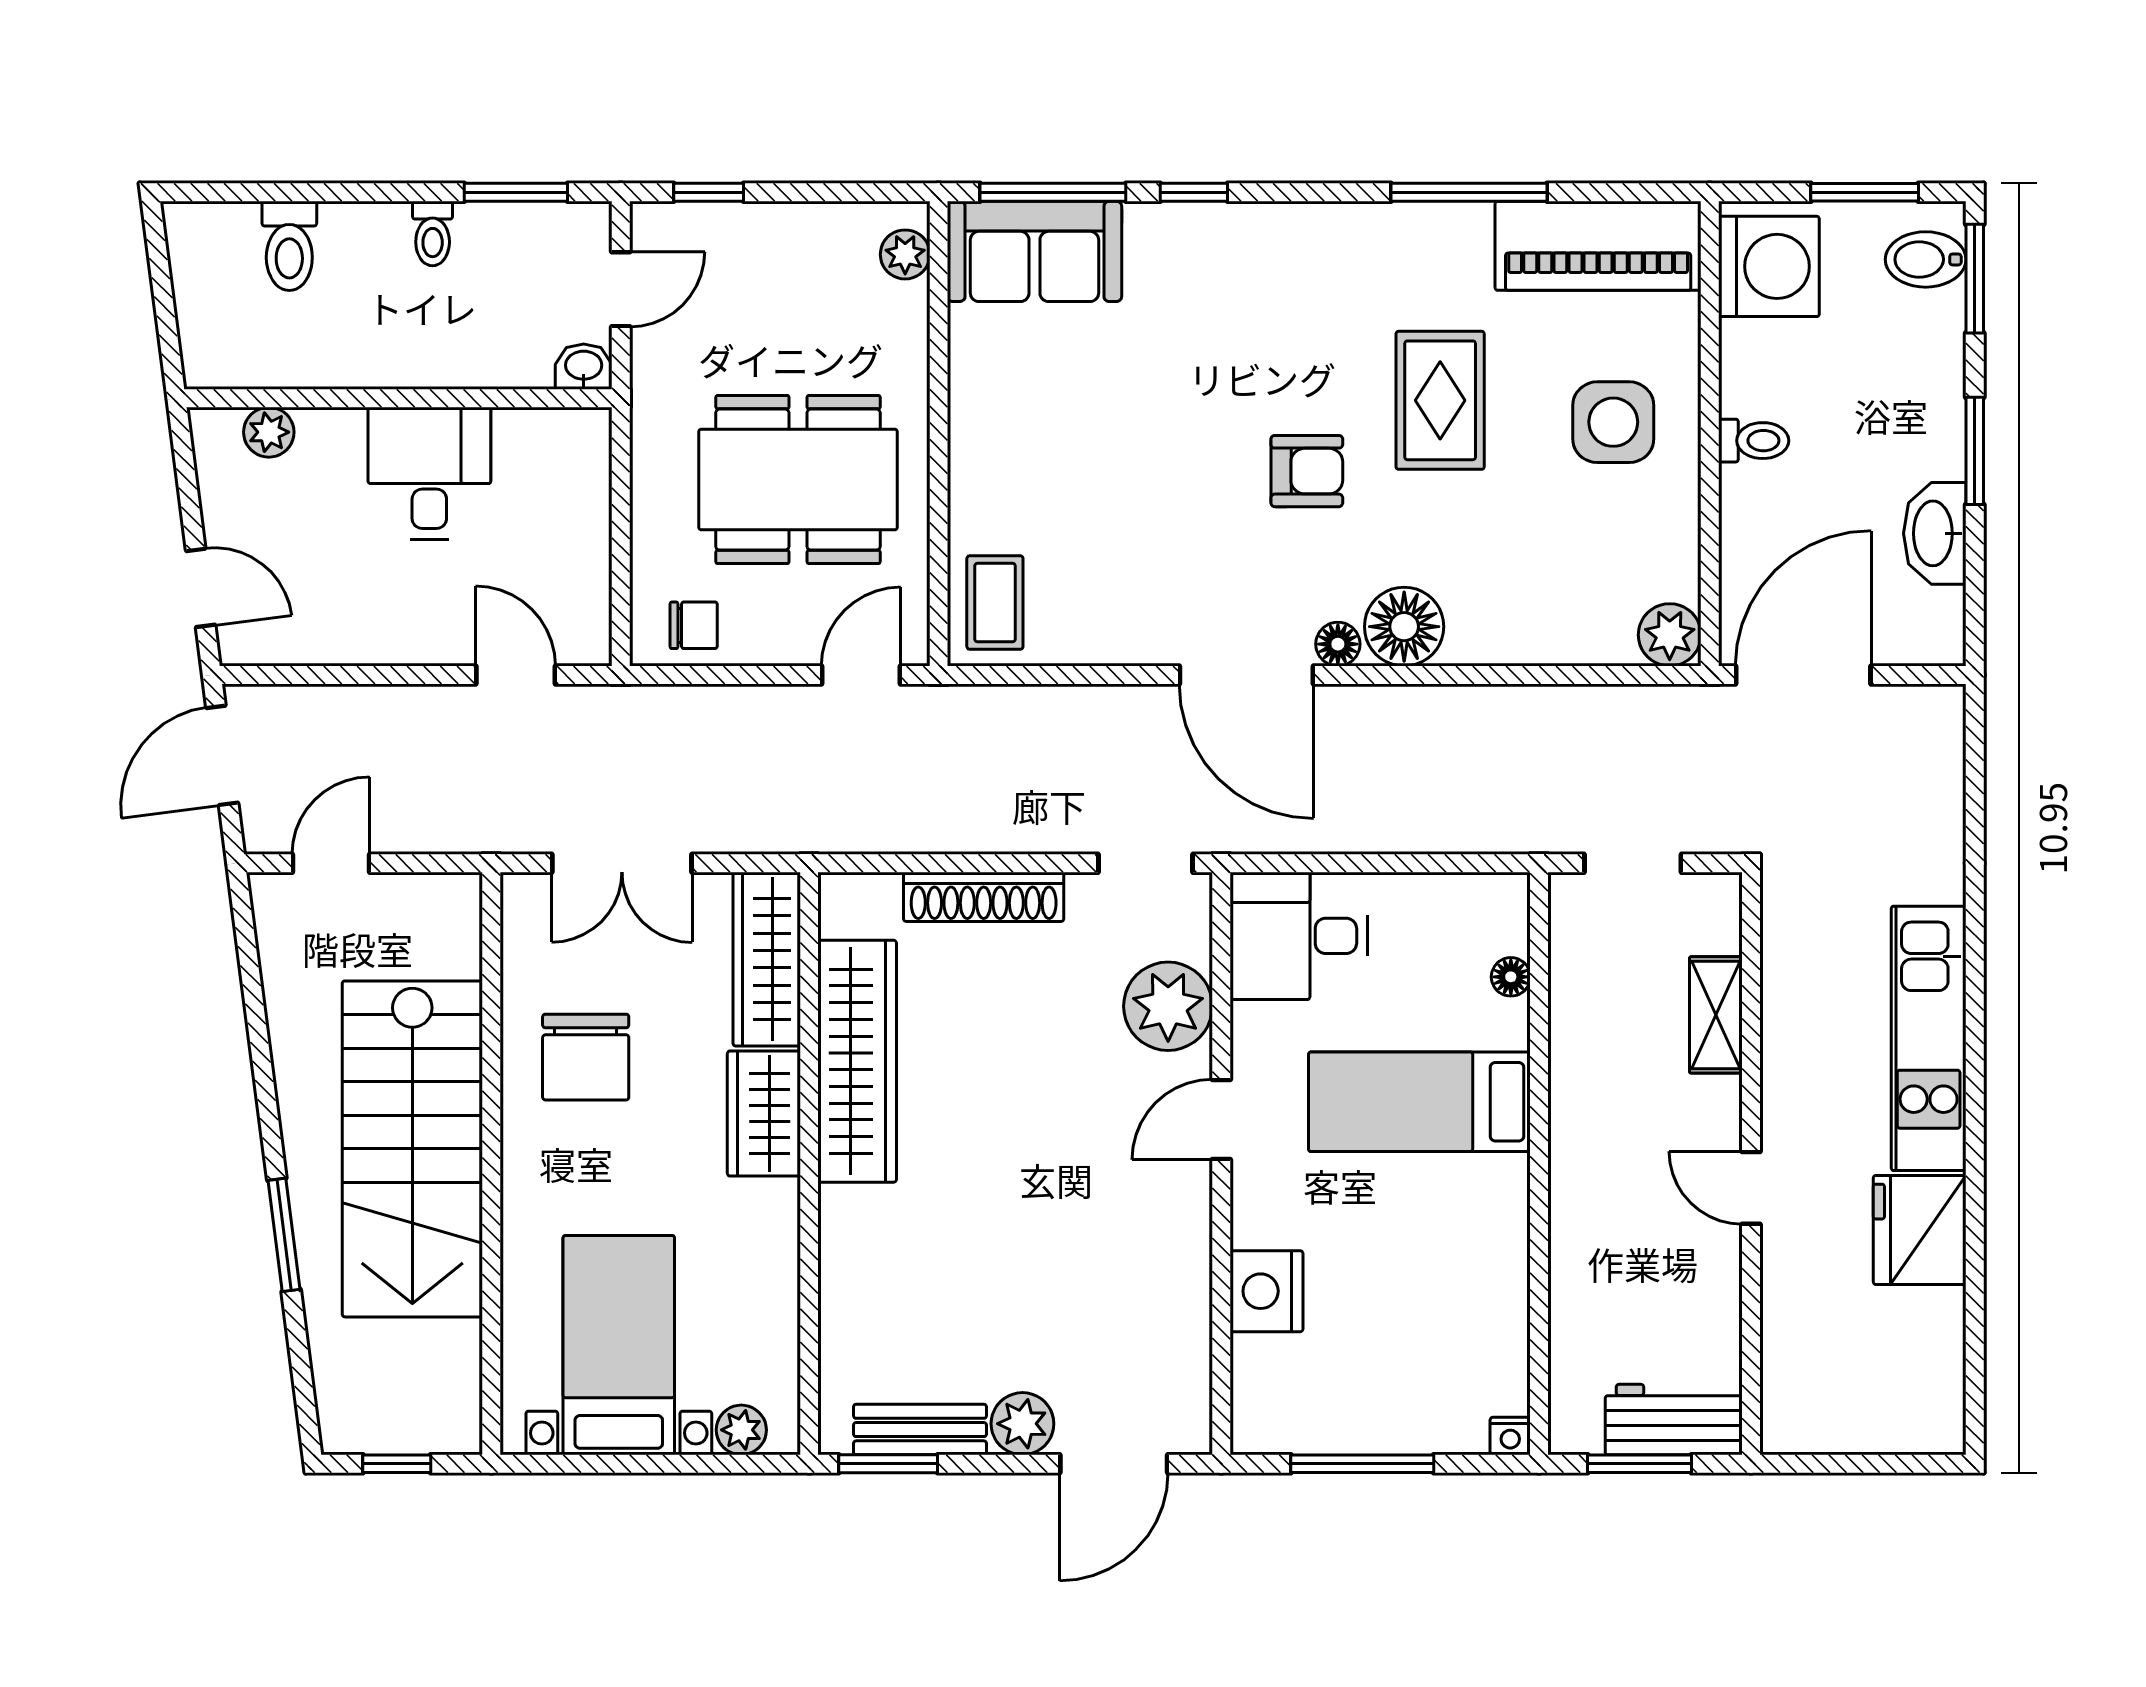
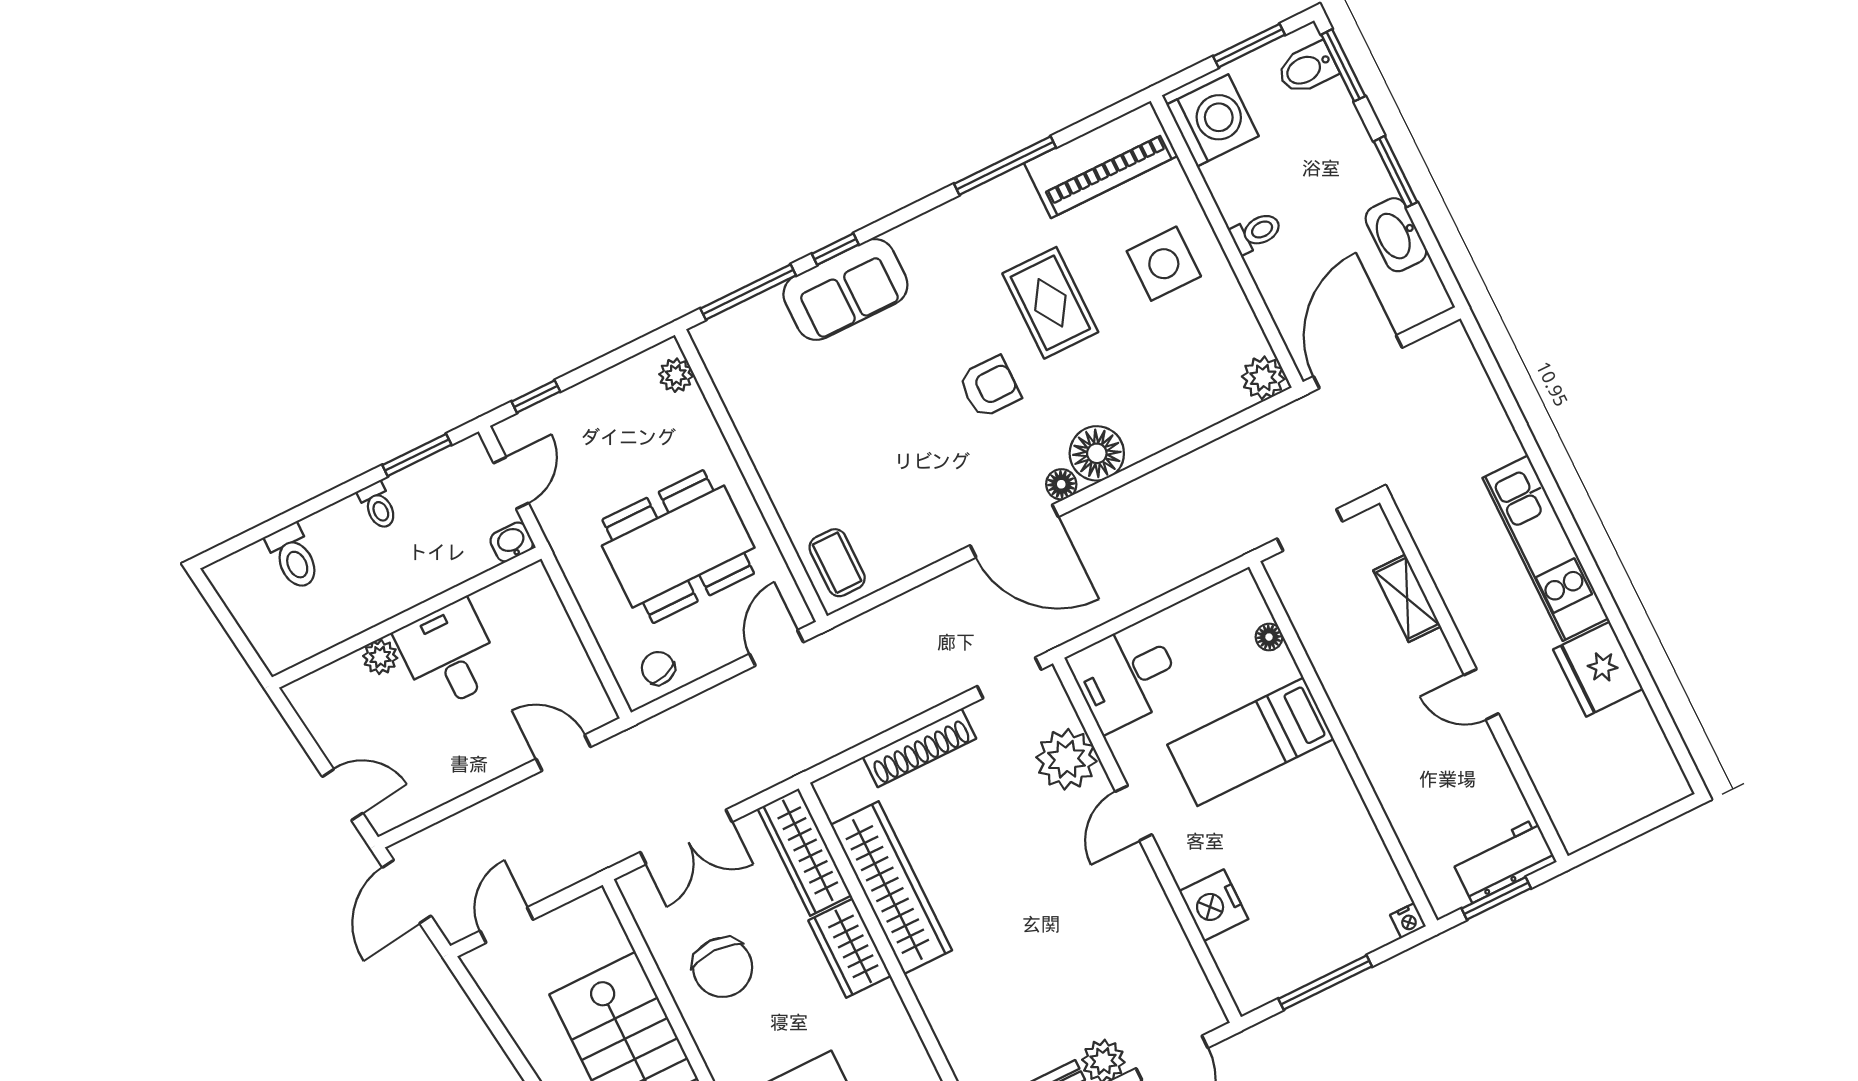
sofa: (1034, 251) -> (845, 289), moved
plant: (269, 432) -> (380, 657), moved
chair: (694, 625) -> (658, 668), turned -107

